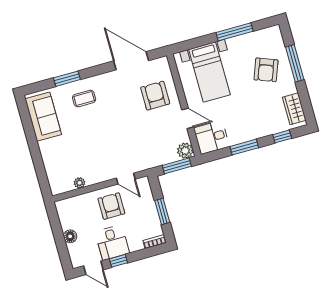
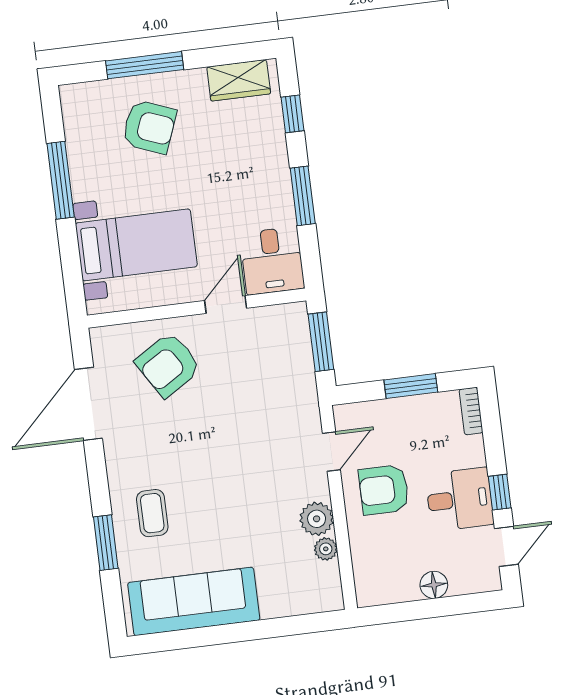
armchair: (155, 96) -> (168, 365), turned -32
sofa: (43, 117) -> (194, 601), width x1.36
plant: (185, 151) -> (317, 519), moved

